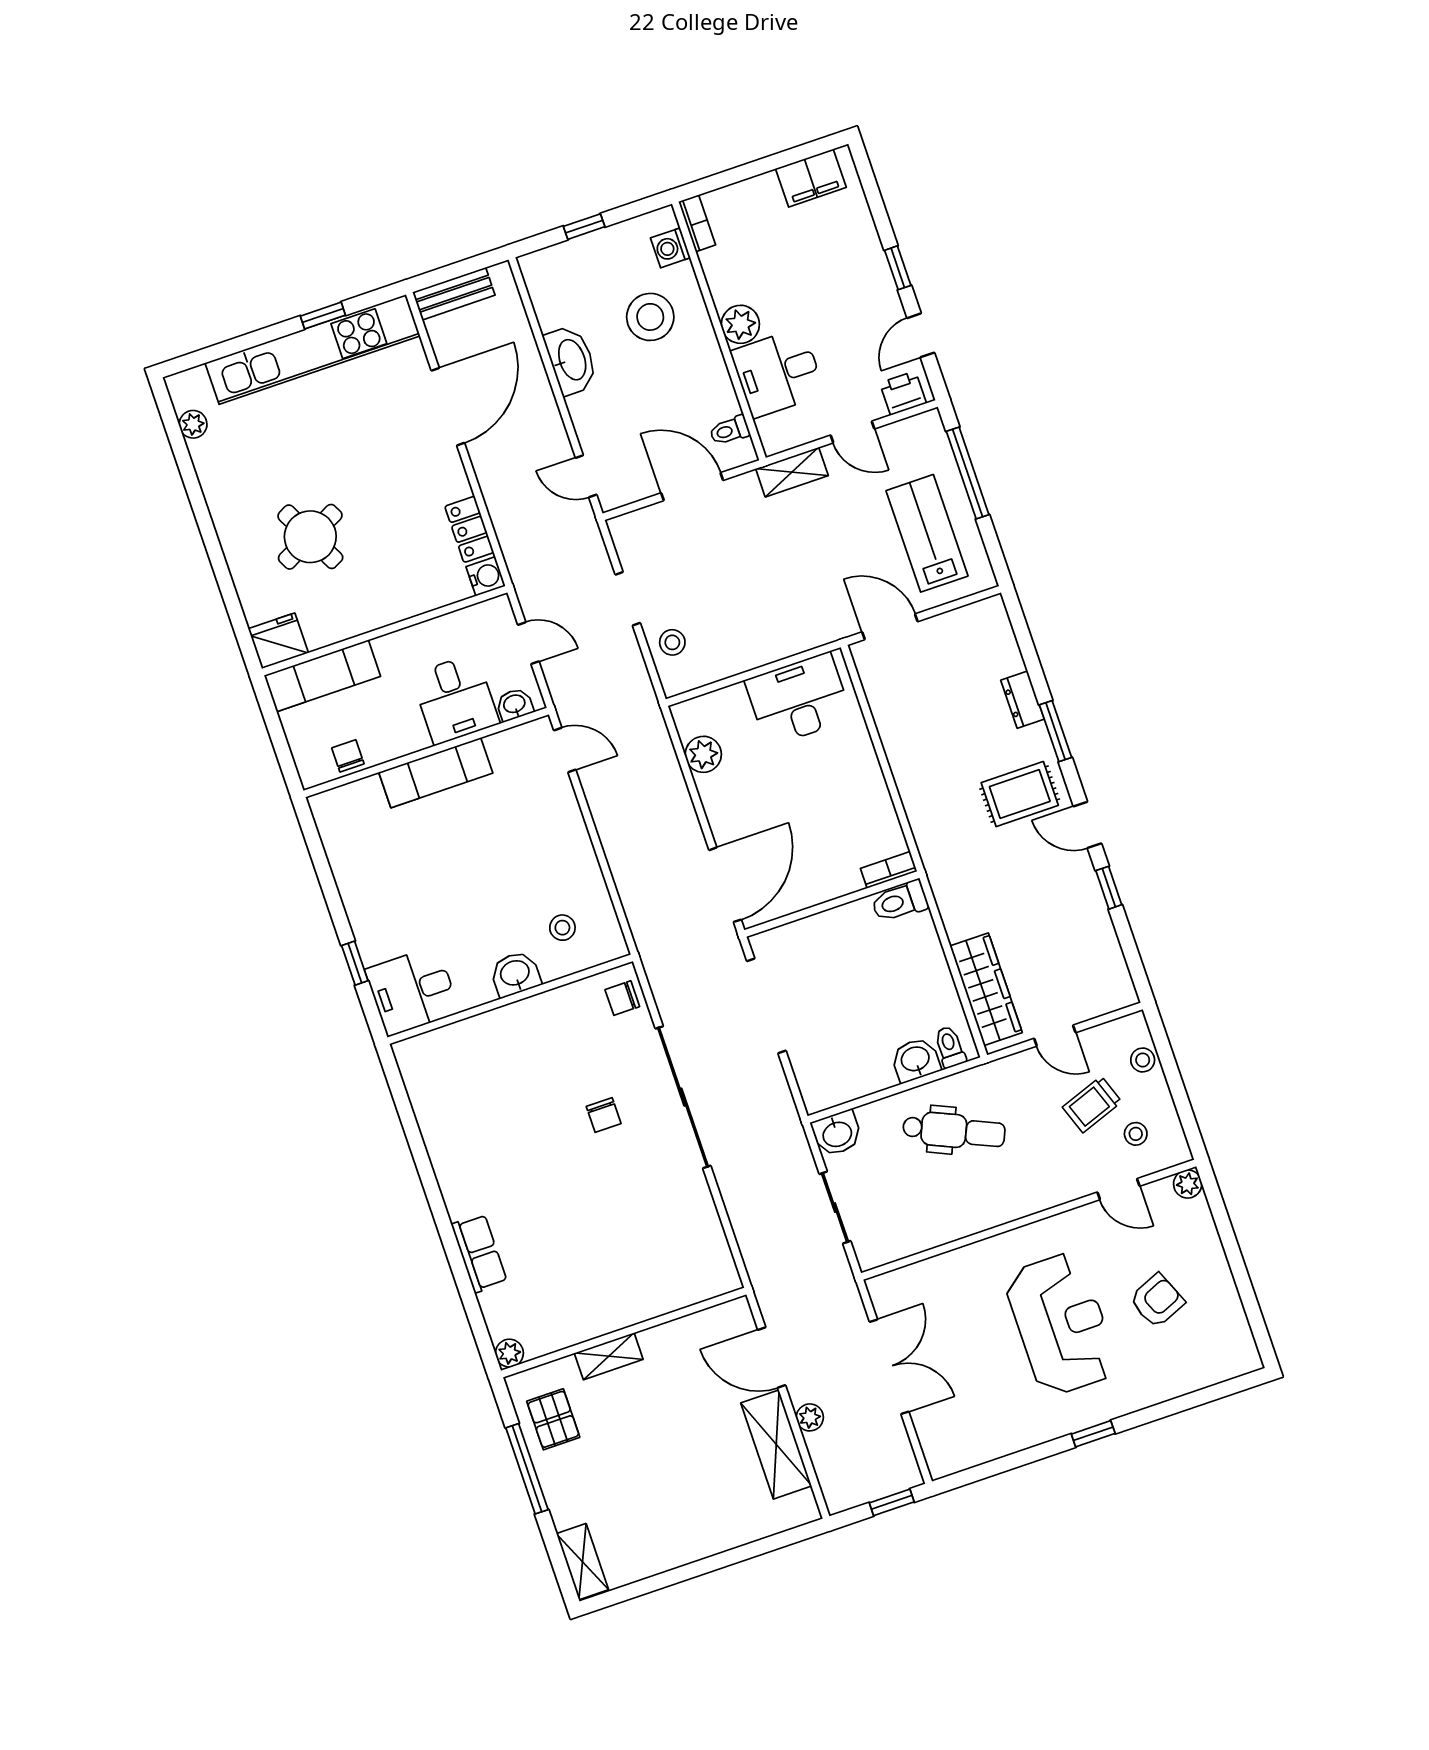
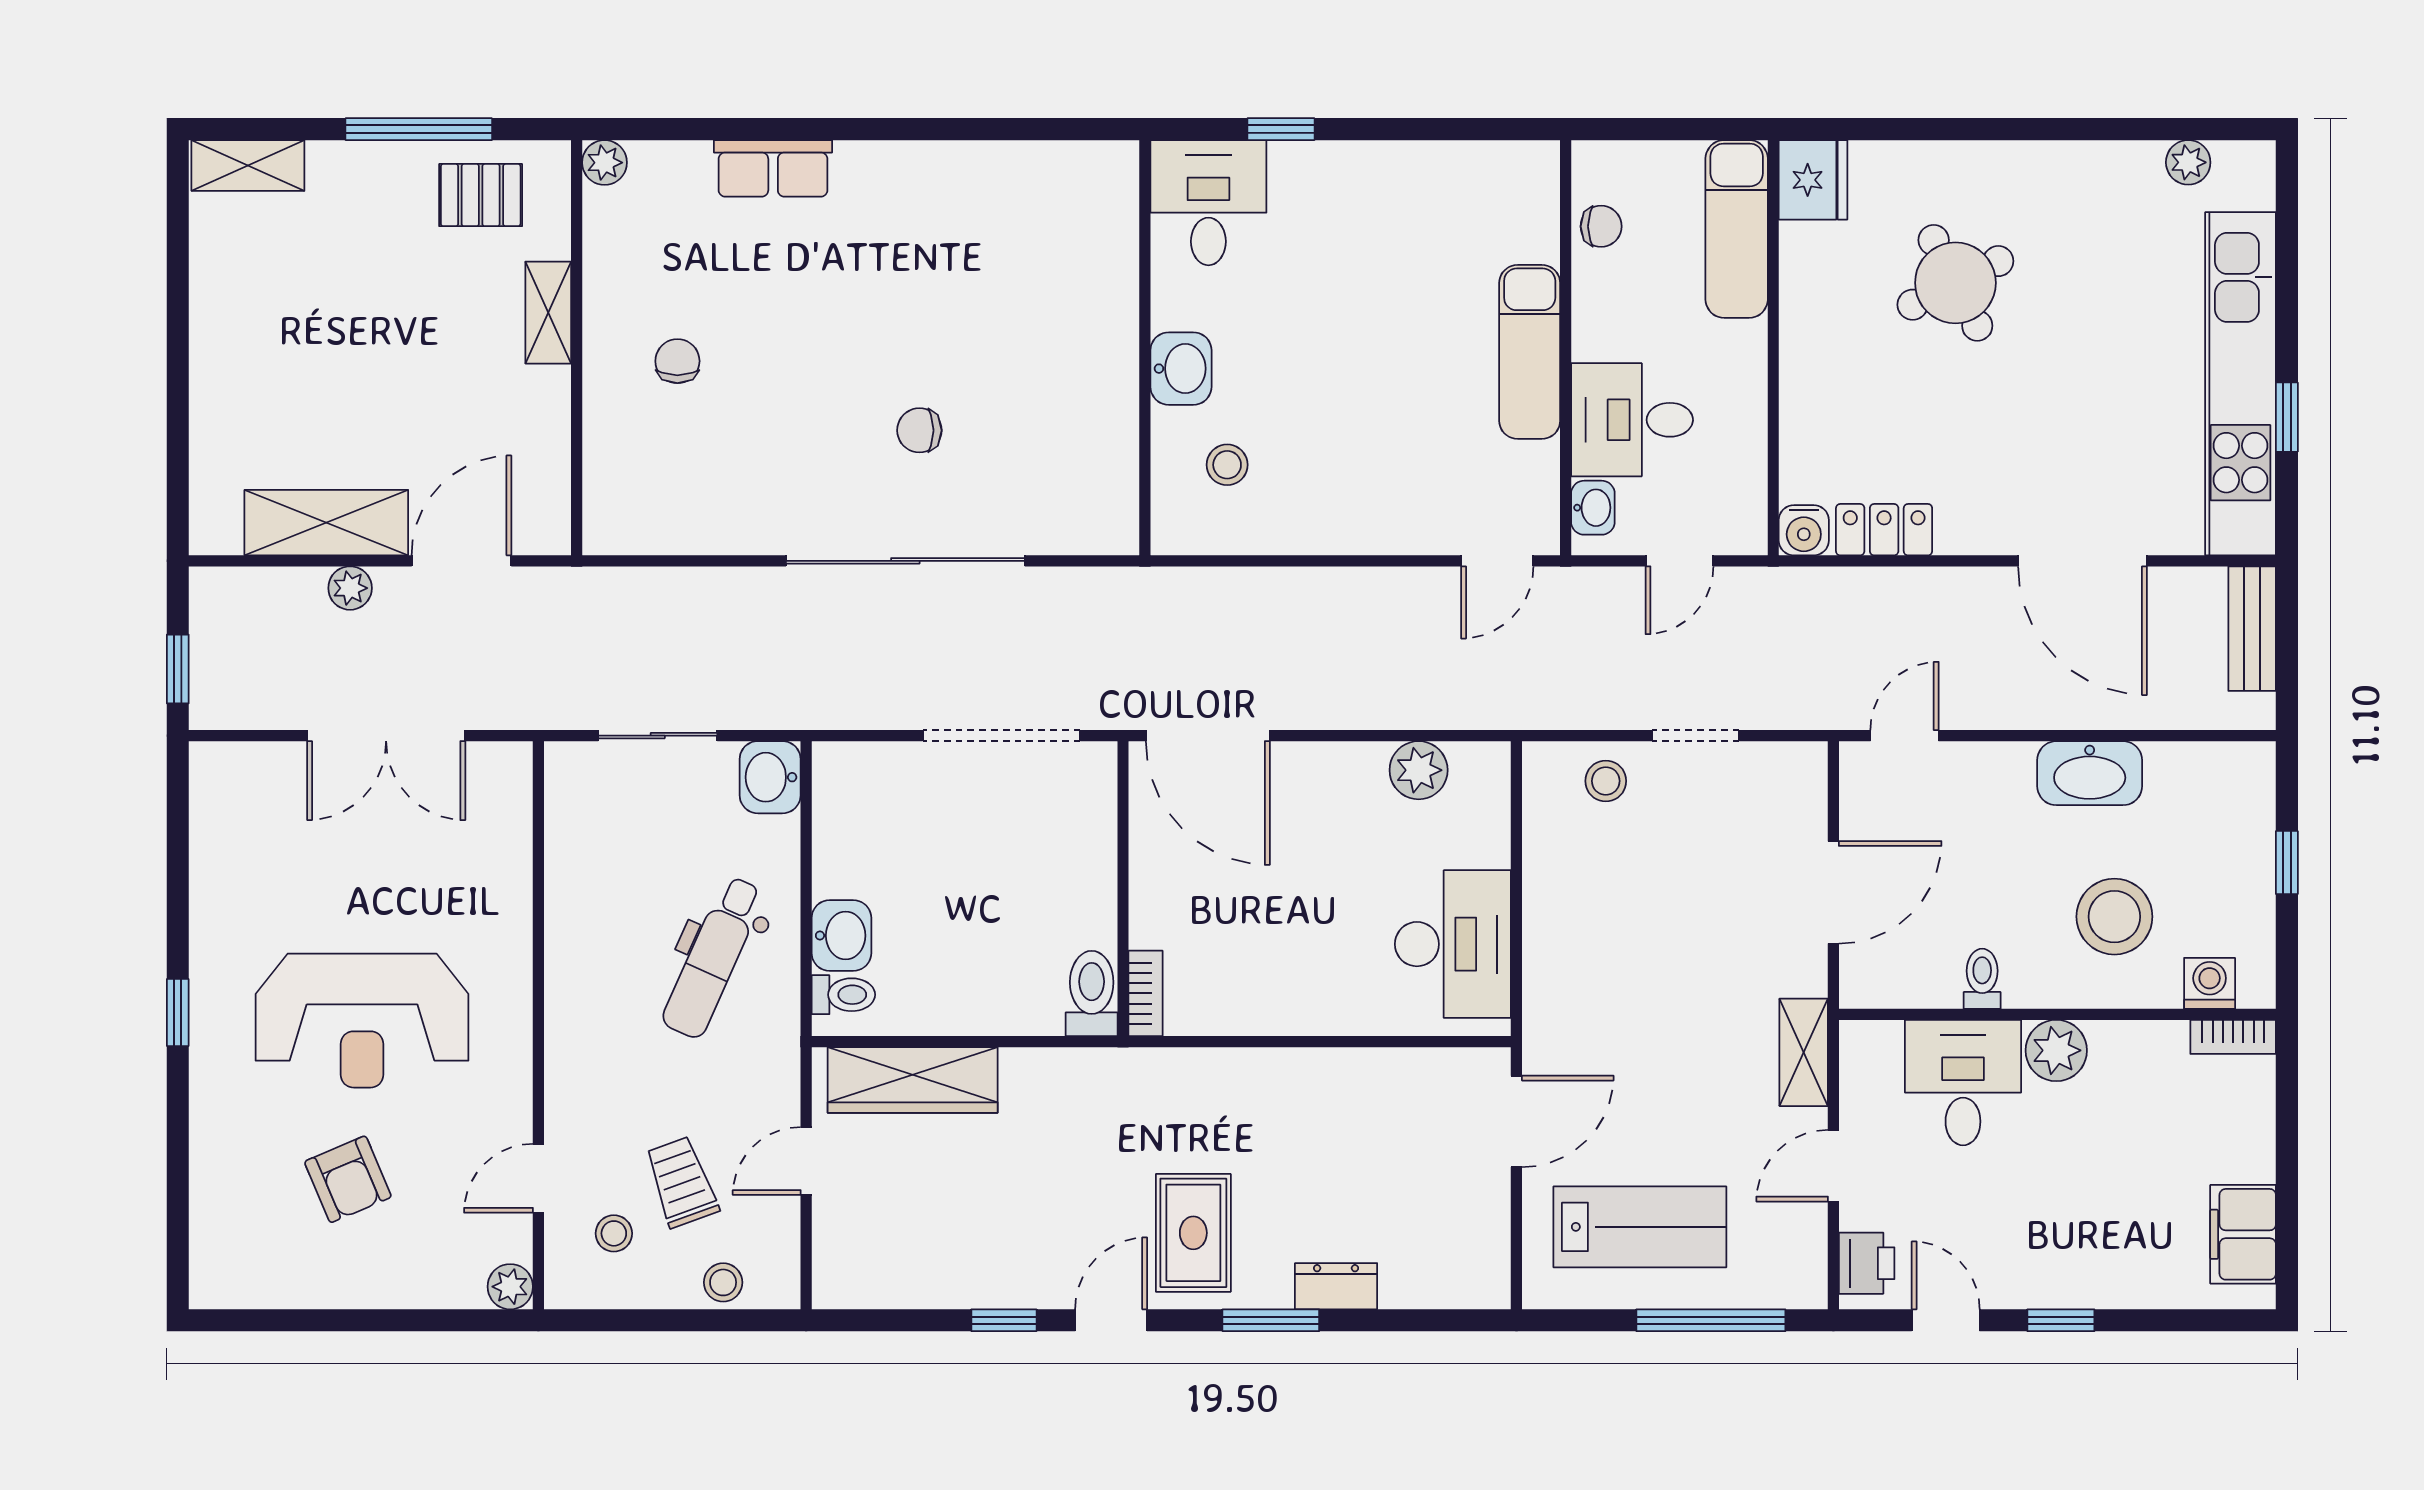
toilet: (730, 430) -> (1982, 979), moved
chair: (622, 998) -> (677, 361), moved

